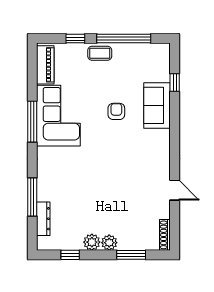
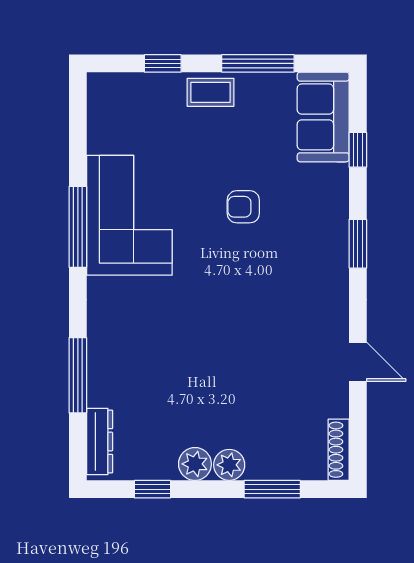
window: (124, 39) -> (258, 63), width x0.68
piano: (45, 65) -> (104, 115), removed
sofa: (157, 105) -> (323, 117), moved
armchair: (116, 111) -> (243, 207), turned -90
window: (175, 130) -> (358, 244), added
dresser: (43, 219) -> (100, 442), moved

